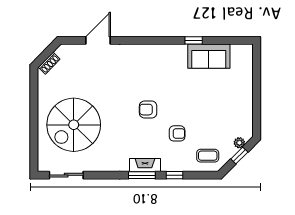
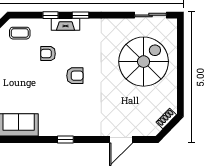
window: (194, 40) -> (65, 140), moved
fireplace: (145, 165) -> (66, 24), moved
window: (142, 175) -> (81, 15), width x0.67

